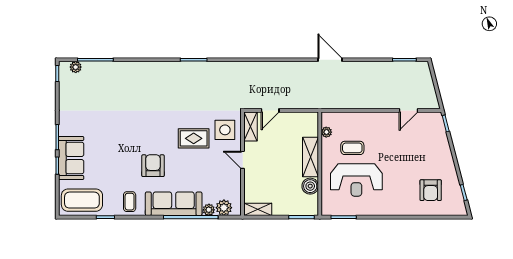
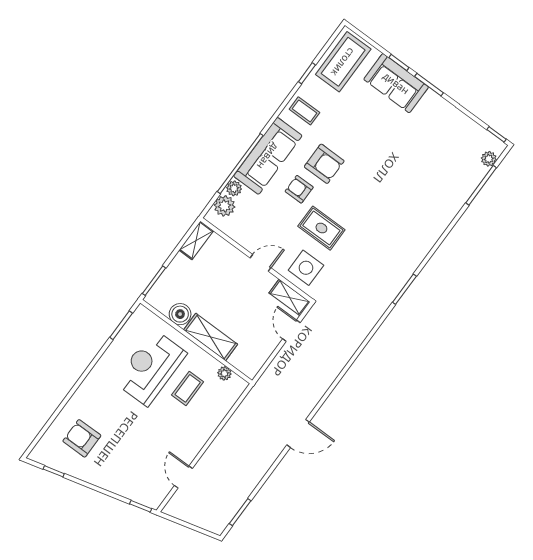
rug: (194, 138) -> (321, 228), turned 90
armchair: (180, 170) -> (299, 189), added

